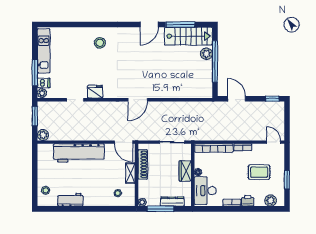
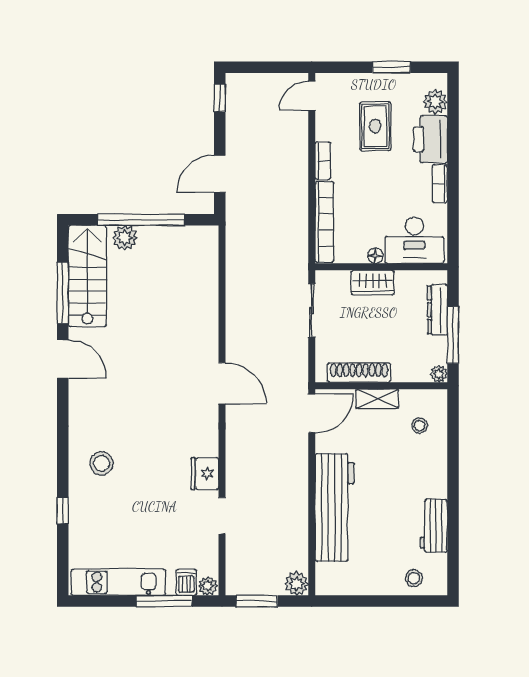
window: (78, 24) -> (63, 511), added
printer: (248, 201) -> (430, 139), width x1.87, depth x1.48

